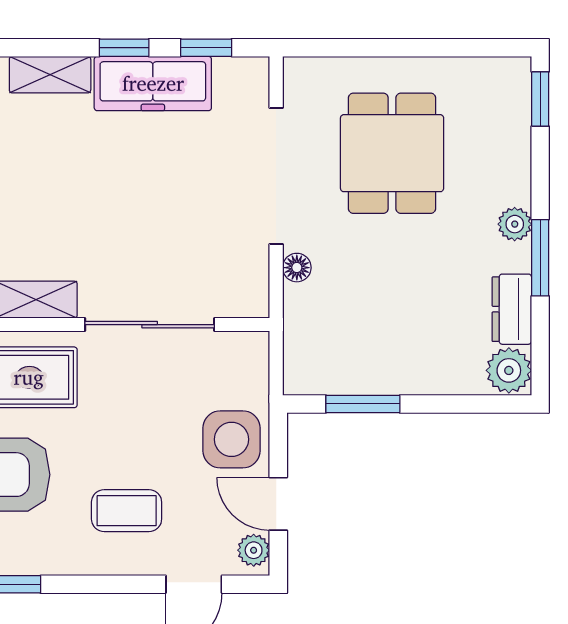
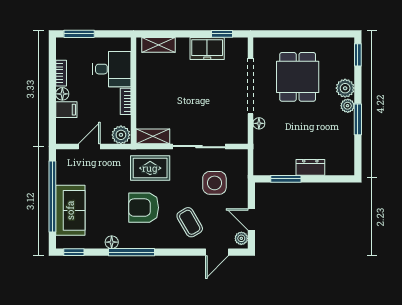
window: (124, 48) -> (189, 34), removed
freezer: (153, 83) -> (207, 49), width x0.71
dresser: (512, 309) -> (310, 167), moved, turned 90
plant: (509, 370) -> (345, 88), moved
side table: (232, 439) -> (214, 183), moved
coffee table: (127, 511) -> (190, 222), turned 60

